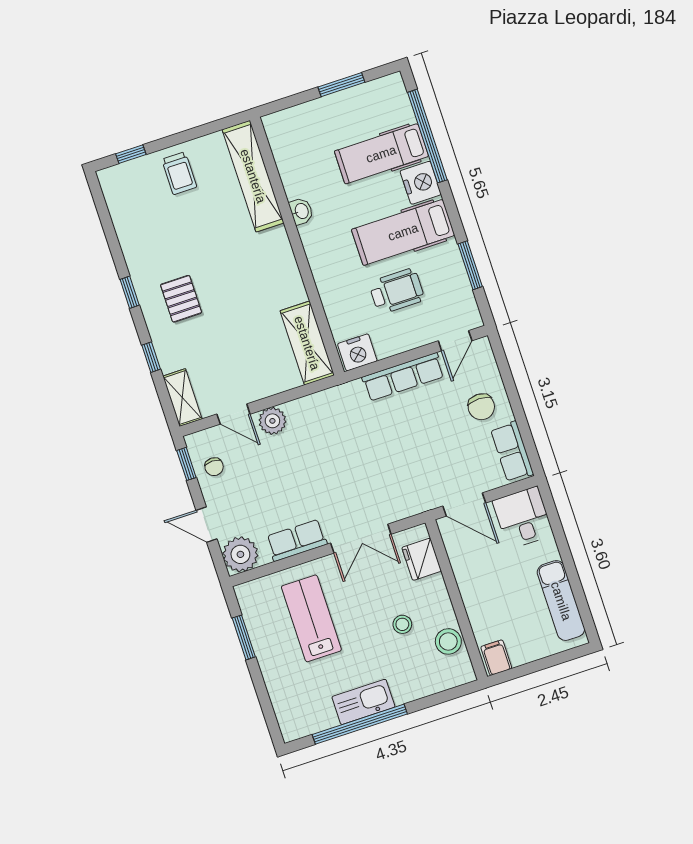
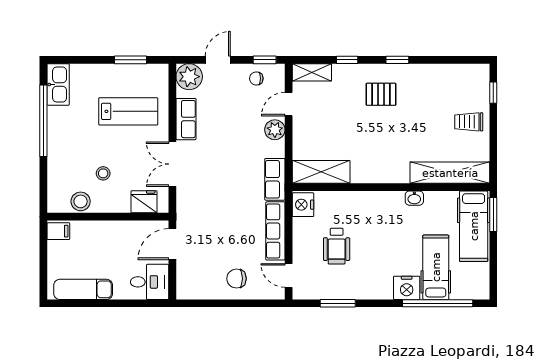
window: (341, 85) -> (493, 215), moved
hospital bed: (403, 232) -> (474, 226), moved, turned 180
row of seats: (512, 452) -> (275, 179), moved, turned -90
kitchen sink: (363, 702) -> (58, 85), moved

